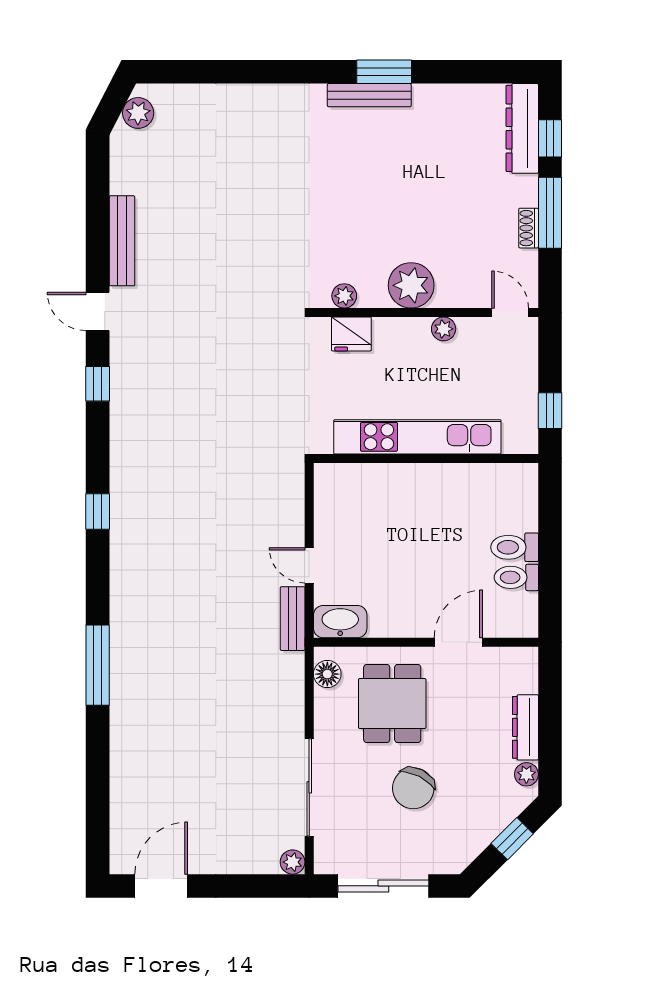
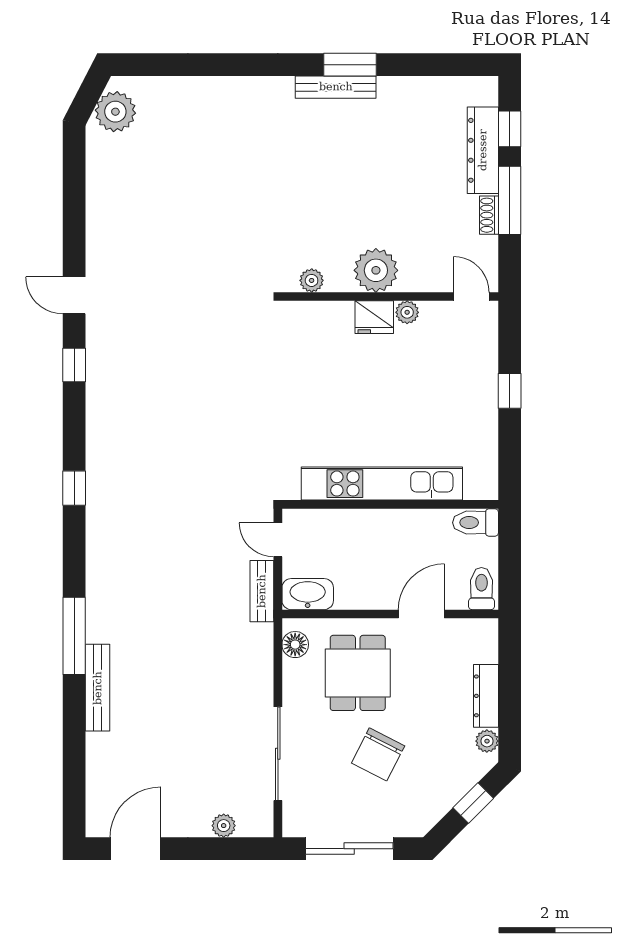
plant: (138, 113) -> (115, 112), width x1.36, depth x1.36
dresser: (522, 128) -> (483, 150), moved
bench: (122, 241) -> (98, 688), moved
fridge: (351, 334) -> (374, 317), moved
kitchen unit: (417, 437) -> (382, 484), moved
wall: (426, 458) -> (390, 504), moved
toilet: (516, 577) -> (481, 589), moved, turned 90
plant: (293, 862) -> (224, 826), moved

